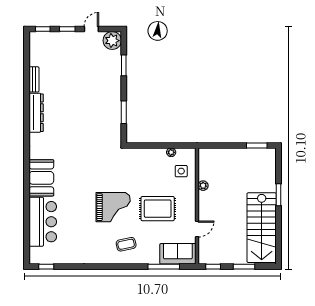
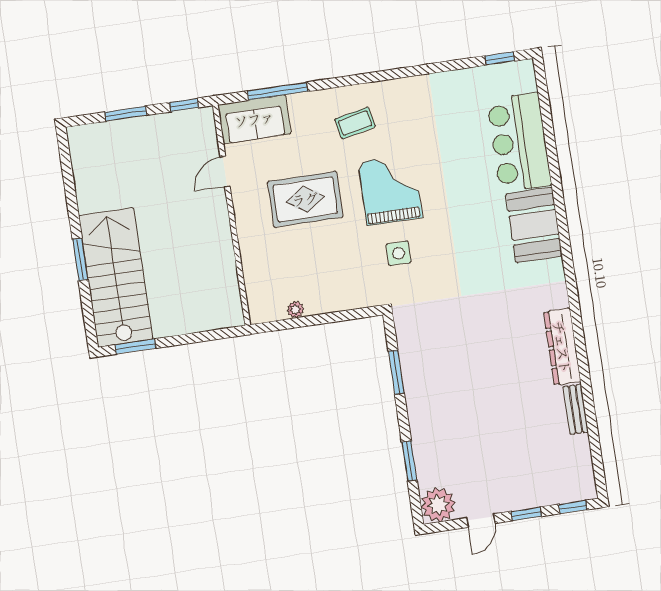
side table: (181, 171) -> (399, 253), moved
plant: (203, 186) -> (226, 256), removed
grand piano: (113, 207) -> (390, 190), turned 90
stairs: (262, 228) -> (116, 277), moved

